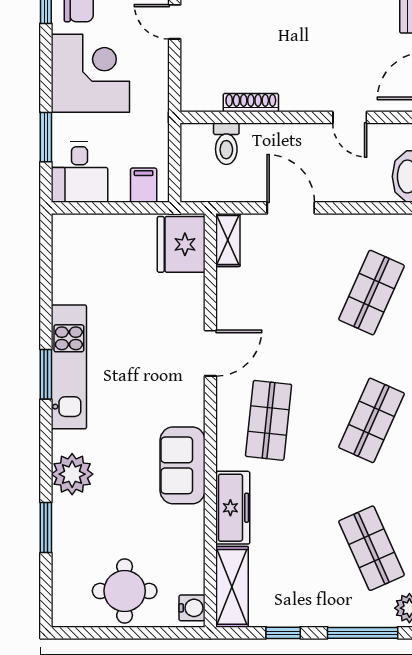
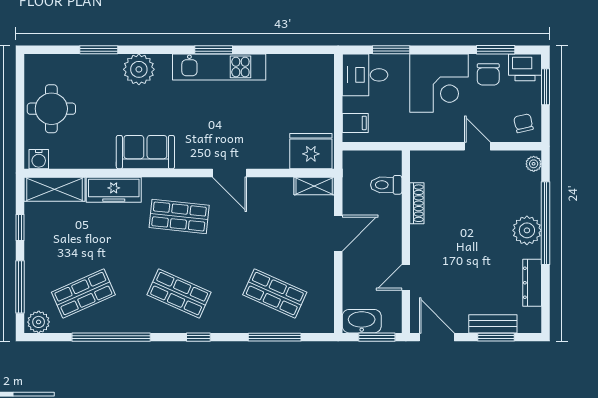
door: (175, 22) -> (477, 146), hinge flipped

